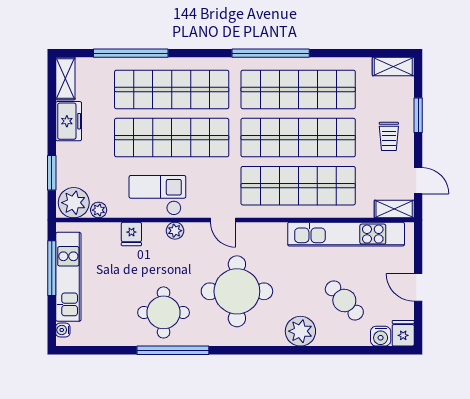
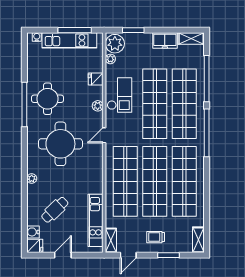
window: (271, 53) -> (207, 133), moved
kitchen unit: (346, 234) -> (96, 220), width x0.73
plant: (300, 331) -> (32, 179), width x0.53, depth x0.53

